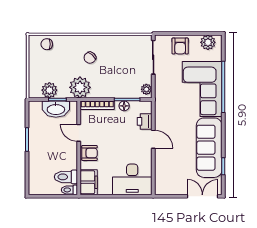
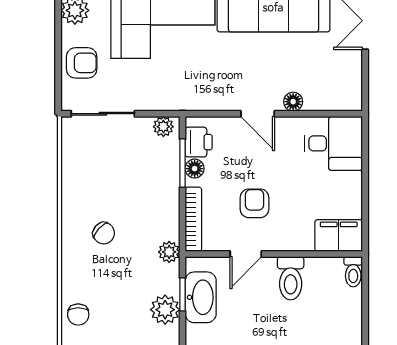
plant: (80, 87) -> (169, 252), width x0.53, depth x0.53
printer: (145, 121) -> (199, 142), moved, turned -90
door: (153, 139) -> (258, 114), swing flipped
armchair: (89, 153) -> (255, 203), moved
floor lamp: (160, 158) -> (293, 102), added
toilet: (66, 177) -> (291, 278), moved
desk: (132, 179) -> (333, 143), width x0.73

